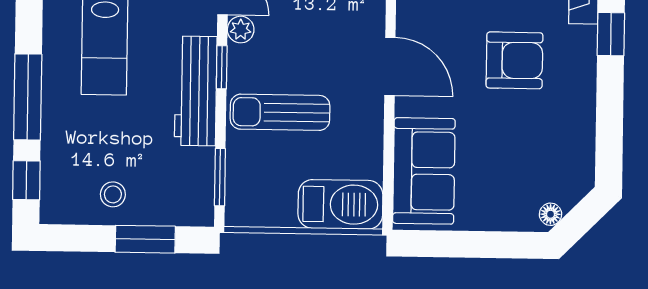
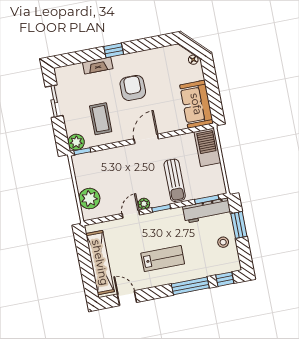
workbench: (196, 91) -> (207, 210), moved
sofa: (424, 171) -> (196, 104), moved, turned -90

